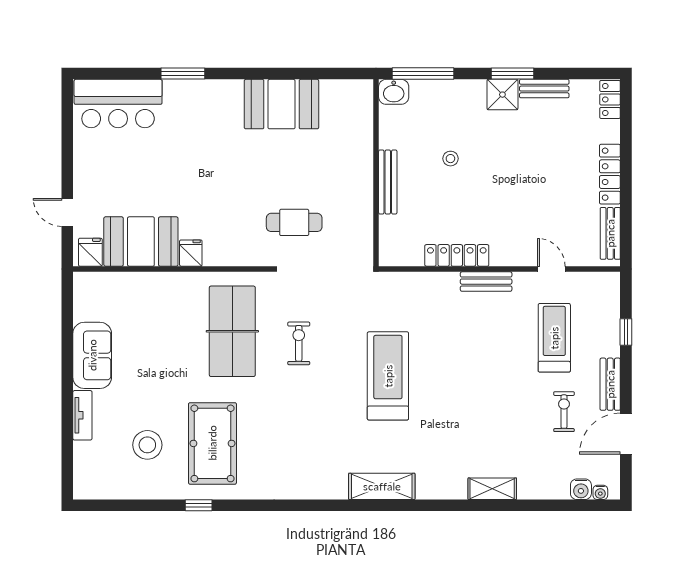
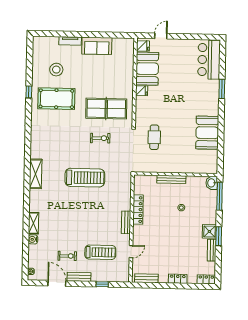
locker: (610, 174) -> (178, 279), width x0.66
water cooler: (581, 489) -> (33, 239), moved

